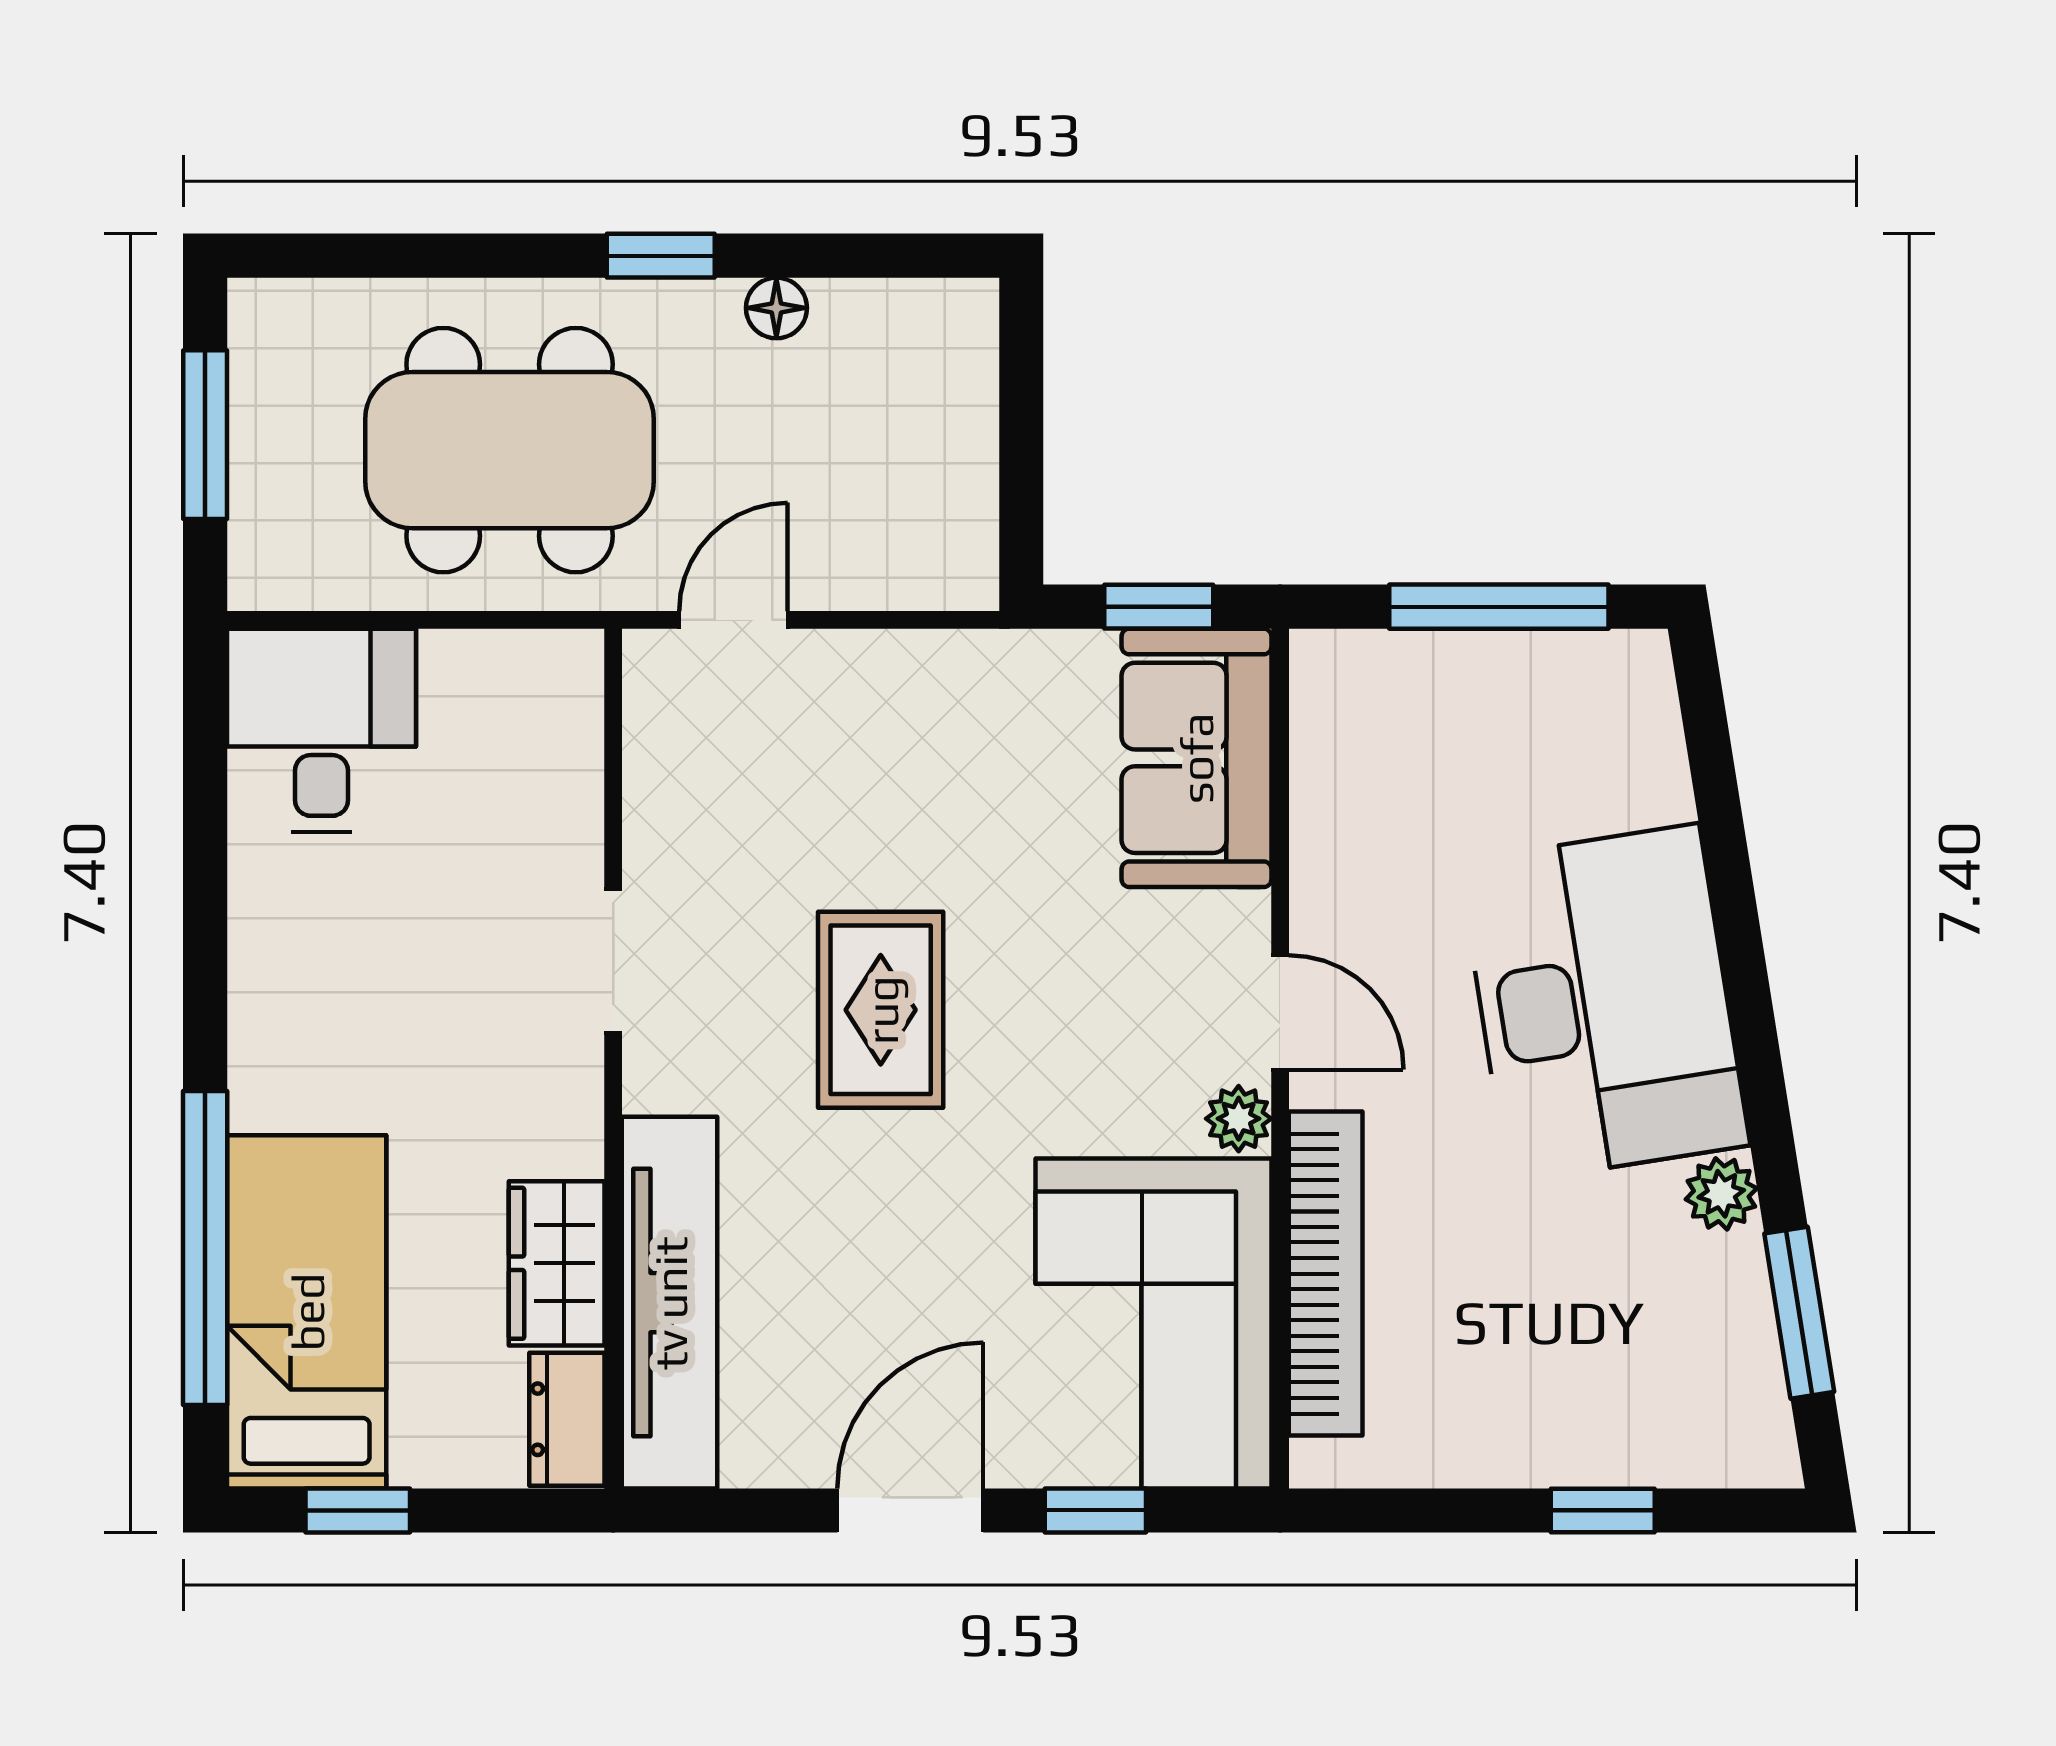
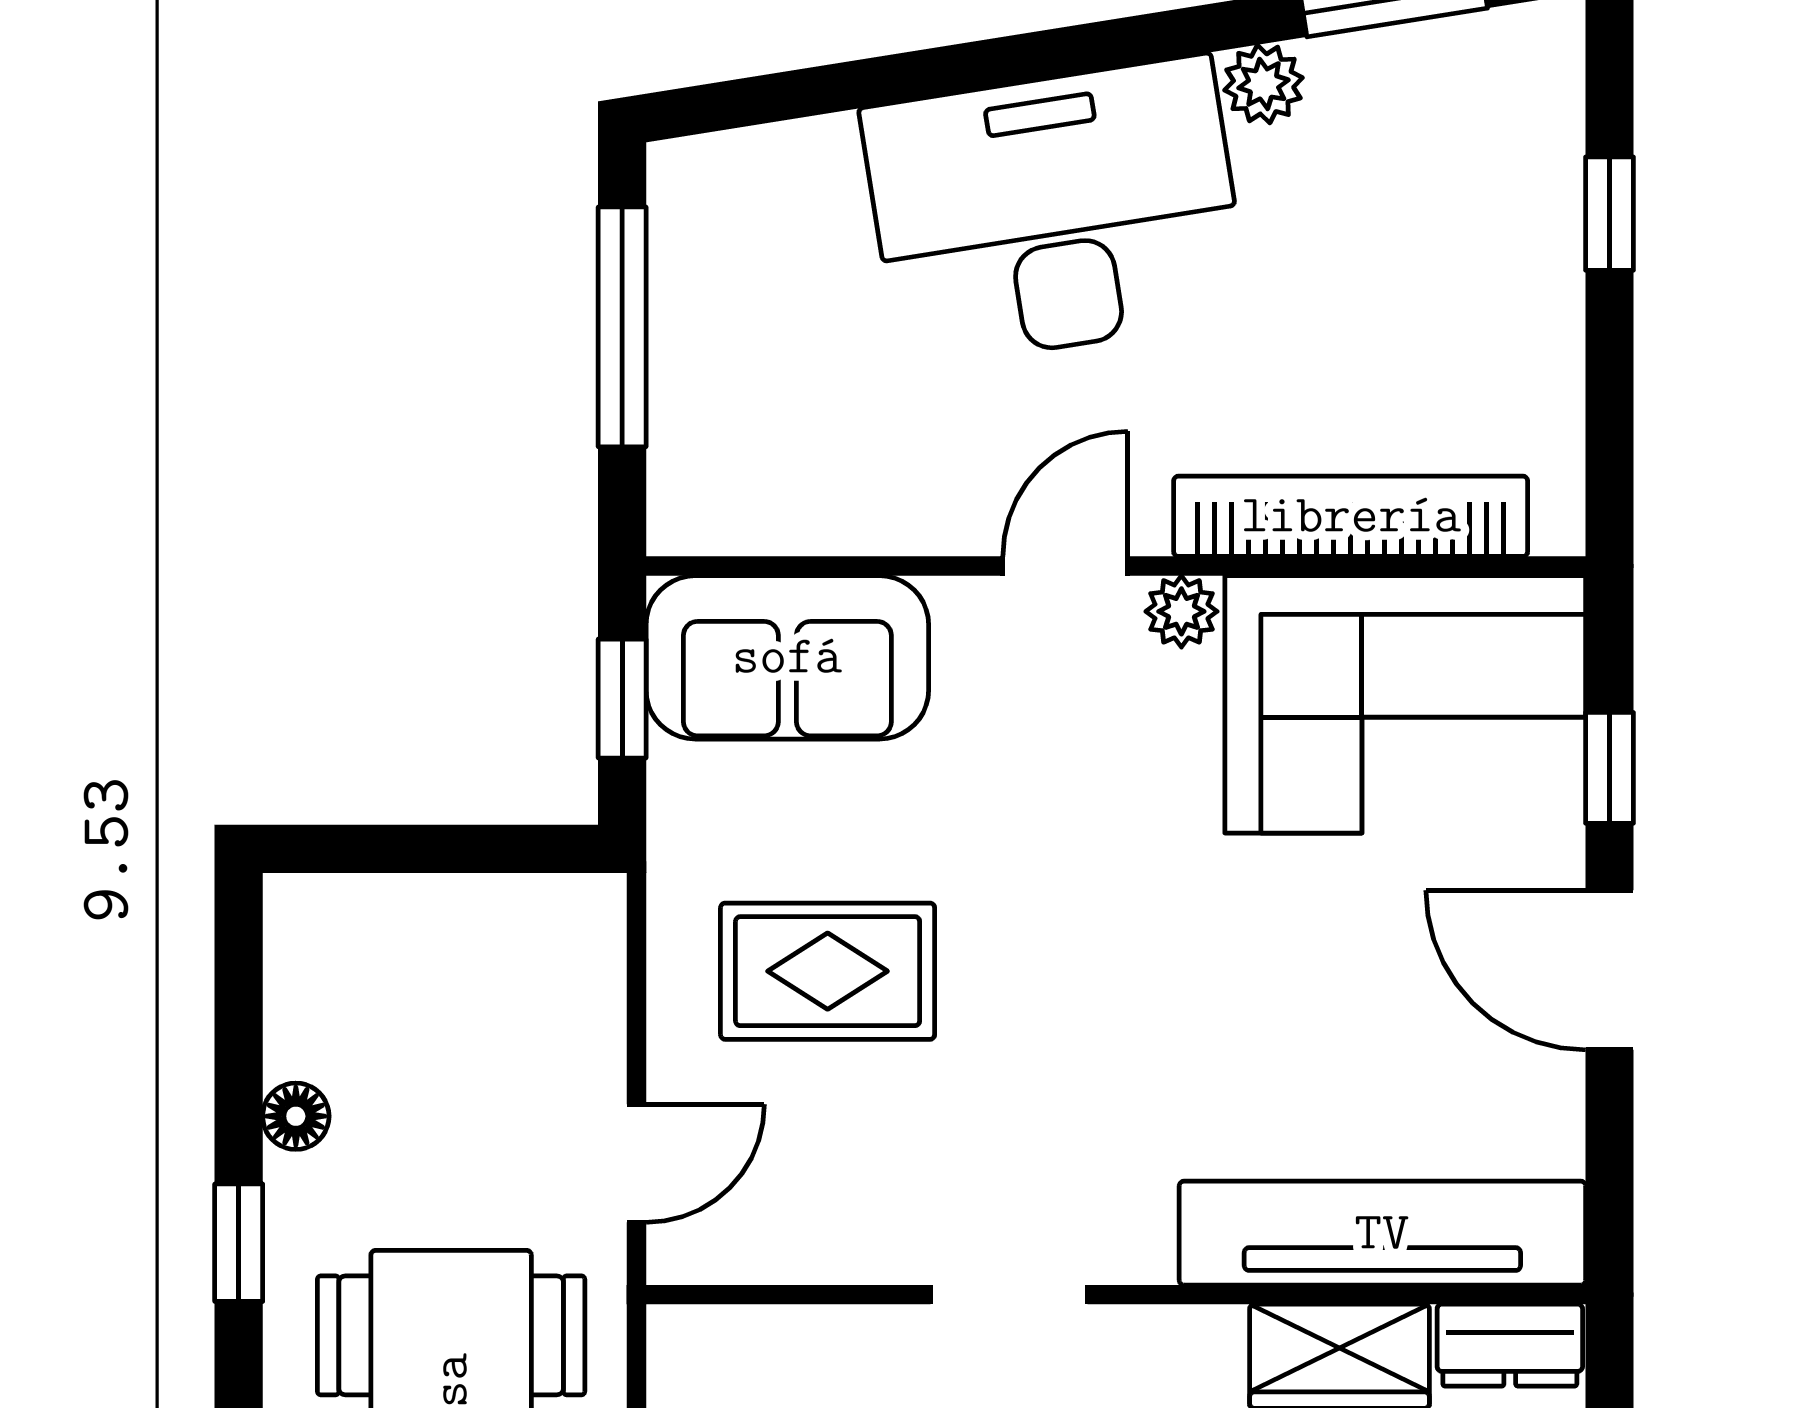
door: (733, 620) -> (636, 1163), swing flipped
rug: (881, 1010) -> (828, 971), moved

